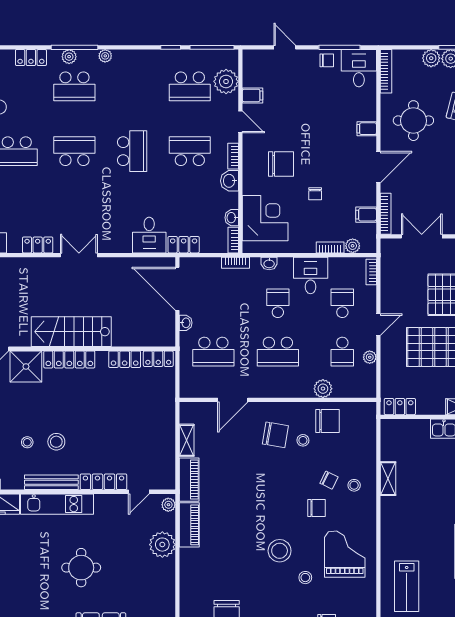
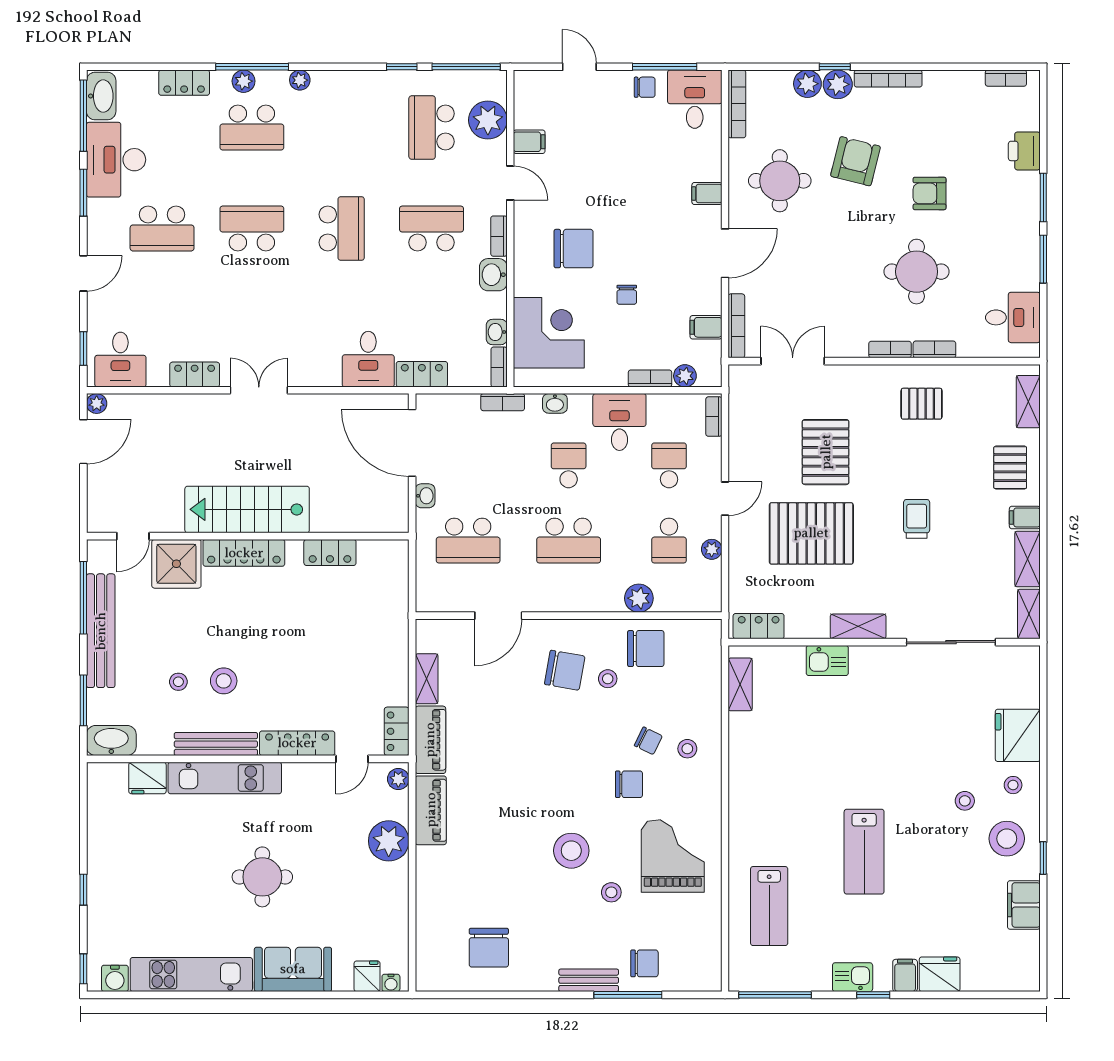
school desk: (190, 86) -> (432, 128), turned 90
locker: (158, 359) -> (397, 731), moved, turned 90
shelving: (388, 479) -> (740, 684), moved

